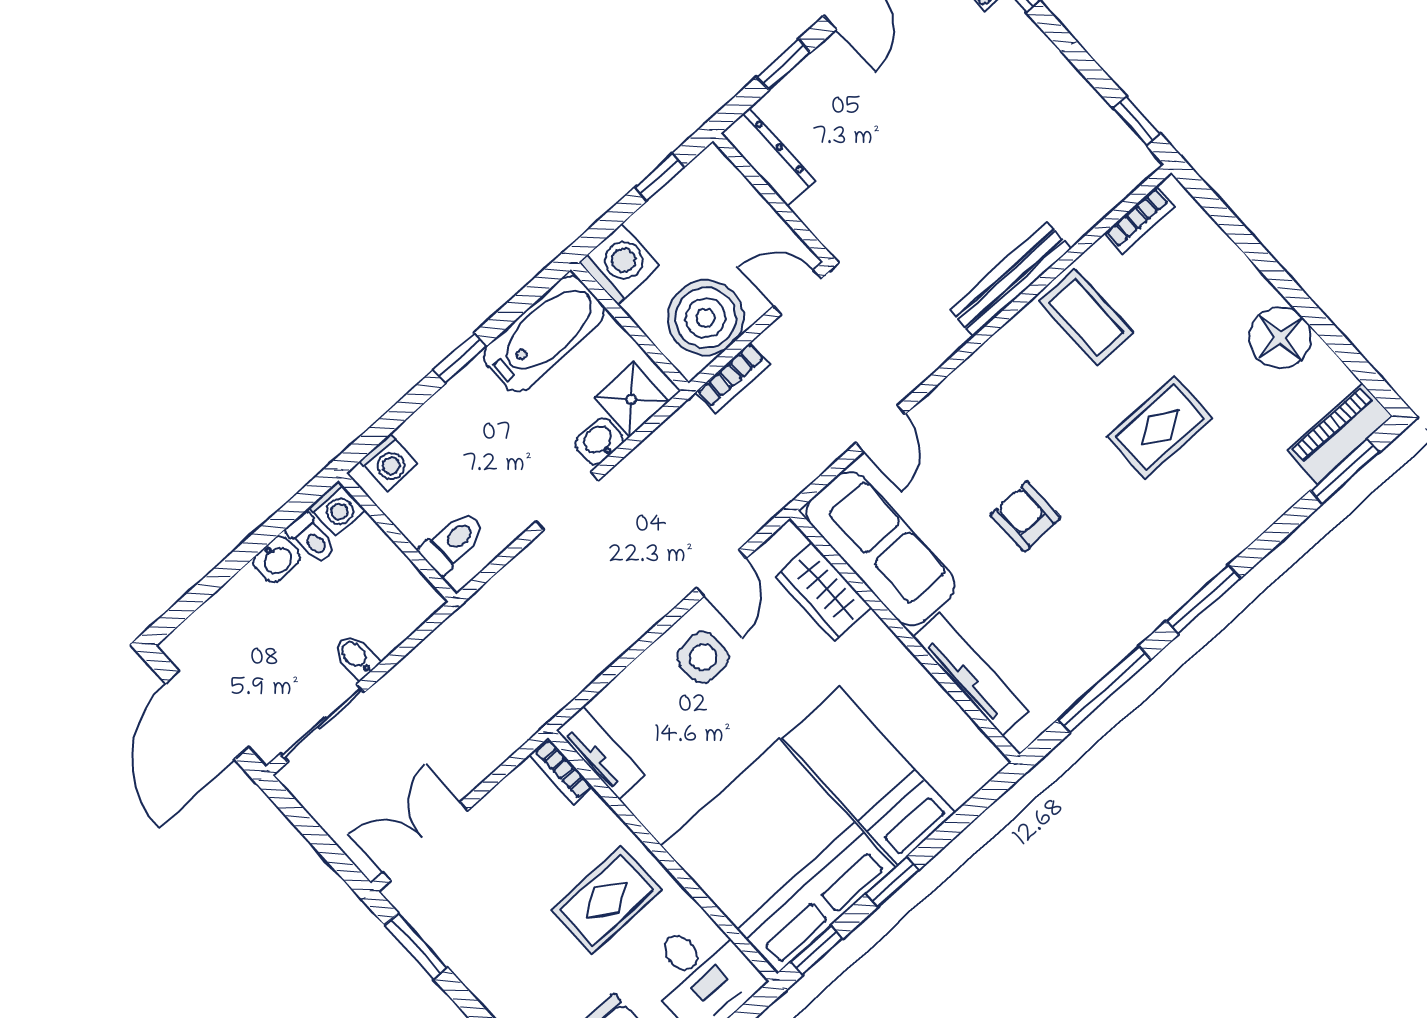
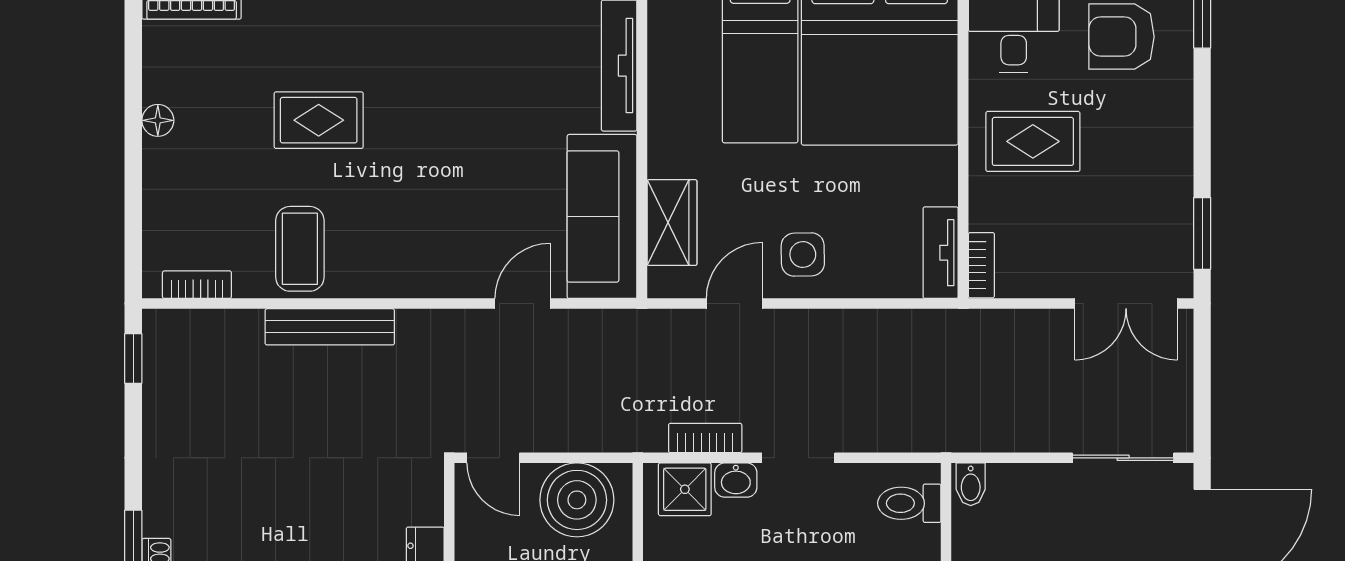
floor lamp: (1280, 338) -> (158, 120), width x0.53, depth x0.53
bookcase: (733, 378) -> (705, 438), moved
armchair: (1026, 516) -> (475, 144), removed
bidet: (356, 656) -> (971, 484), moved

